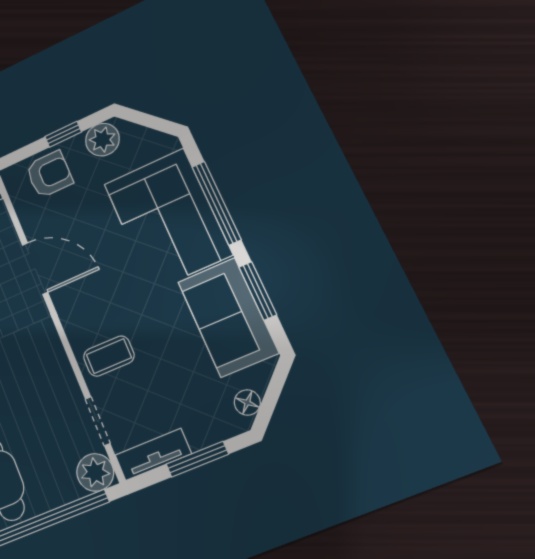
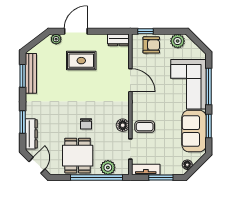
window: (63, 134) -> (146, 31), moved
floor lamp: (58, 374) -> (123, 125), added
plant: (95, 472) -> (108, 167), moved

